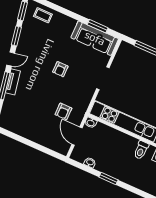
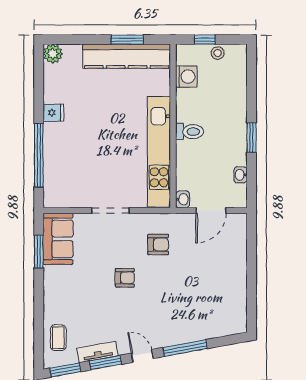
sofa: (95, 38) -> (58, 239), width x0.73
tv unit: (13, 82) -> (97, 352), moved
armchair: (63, 111) -> (158, 244), moved
toilet: (141, 150) -> (190, 132), moved

